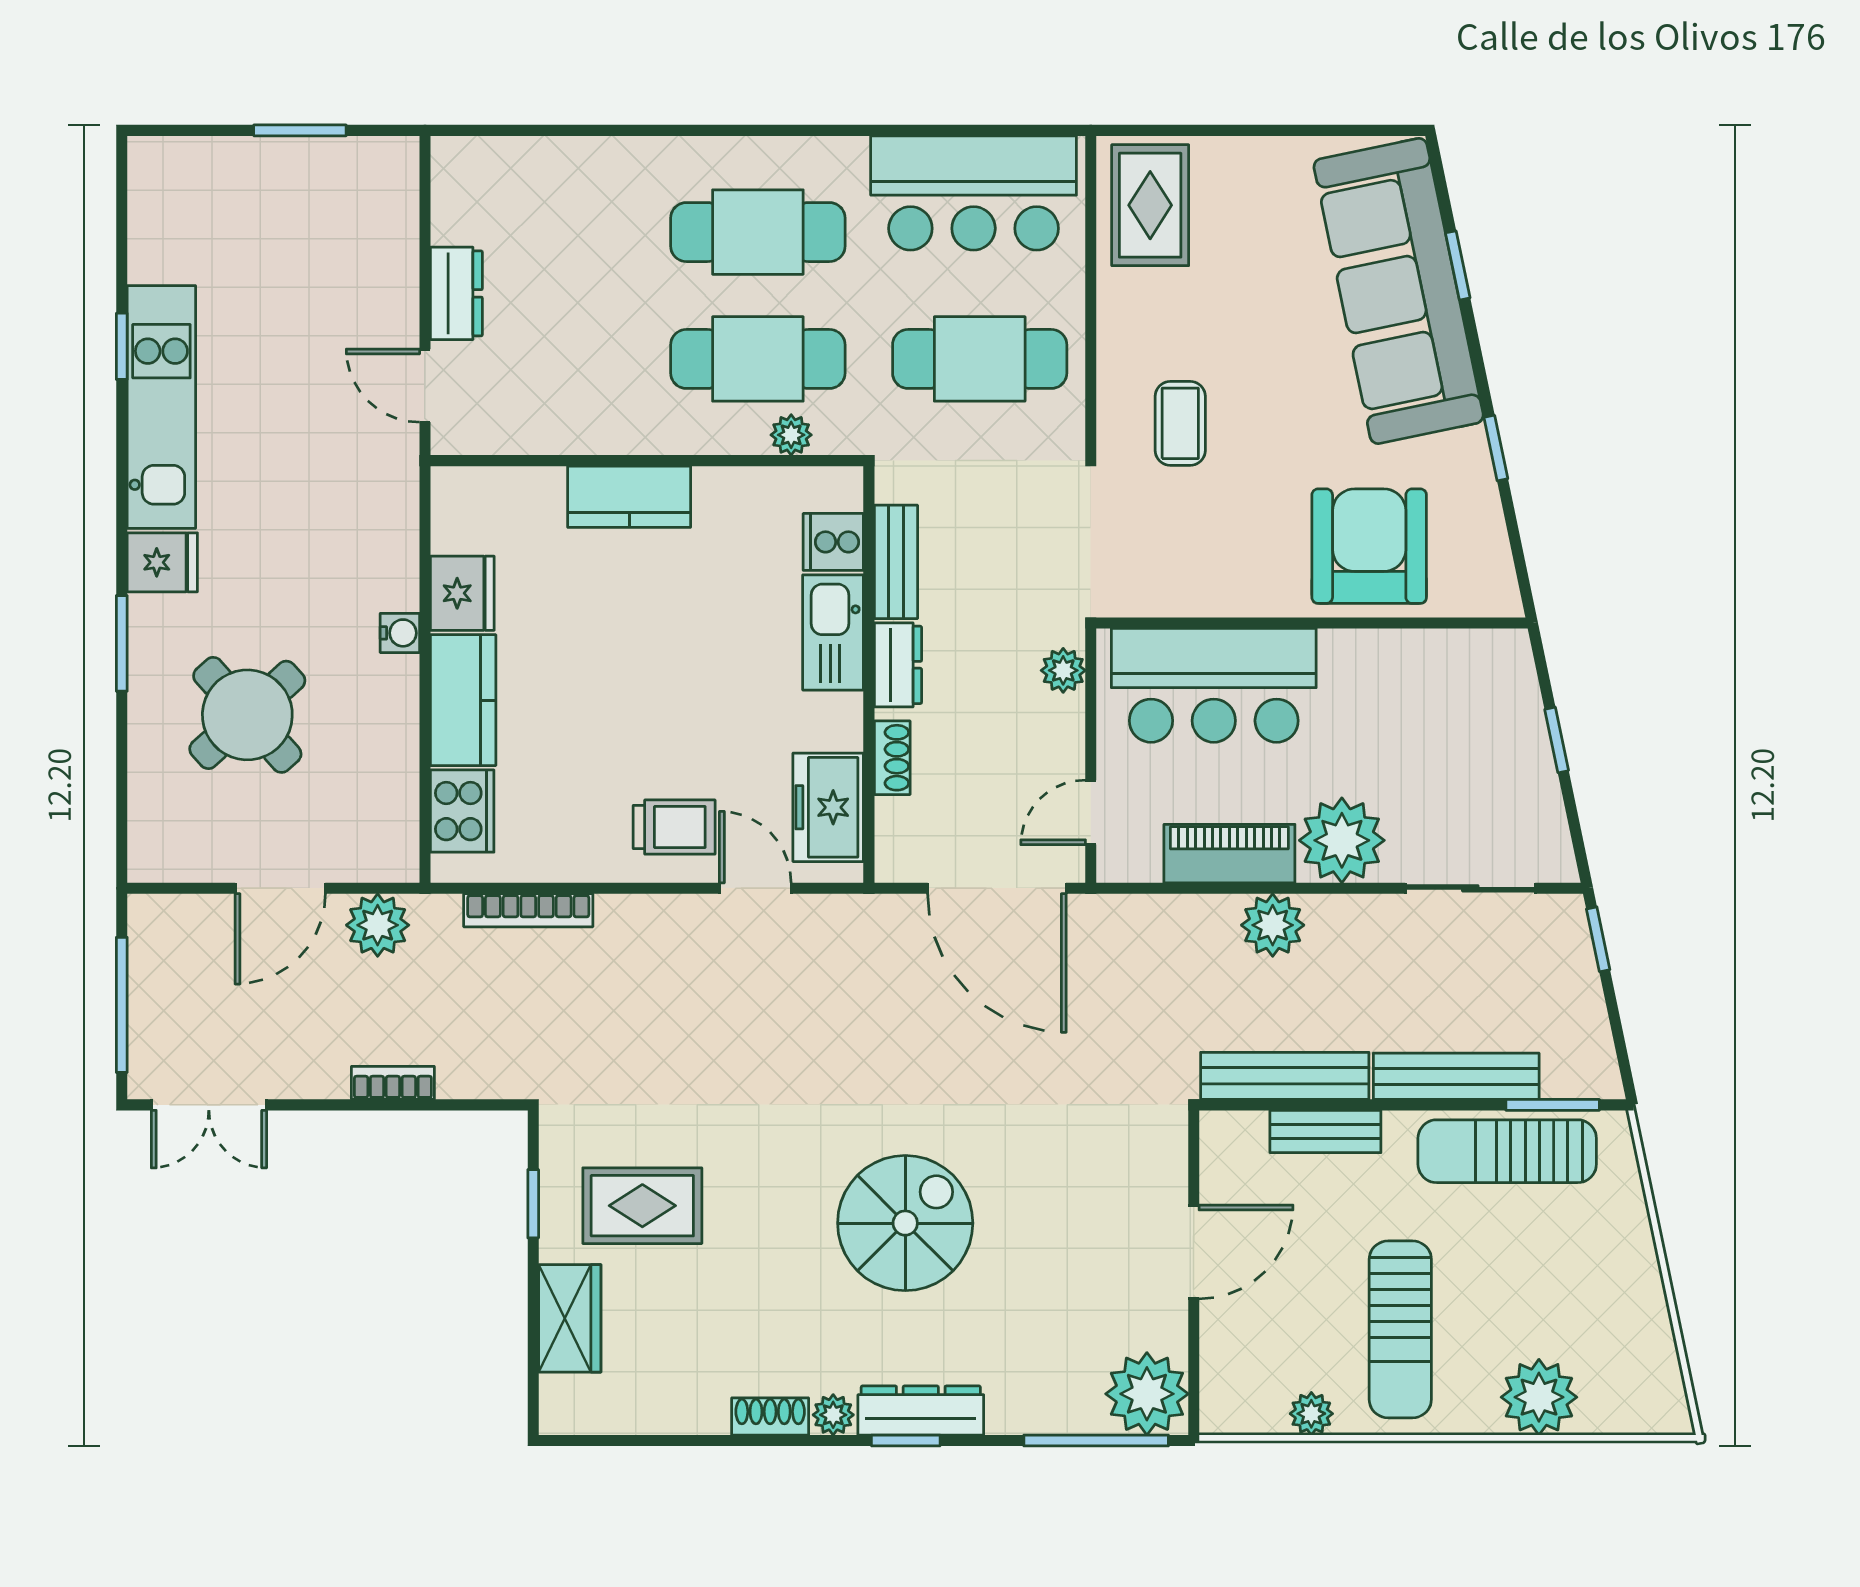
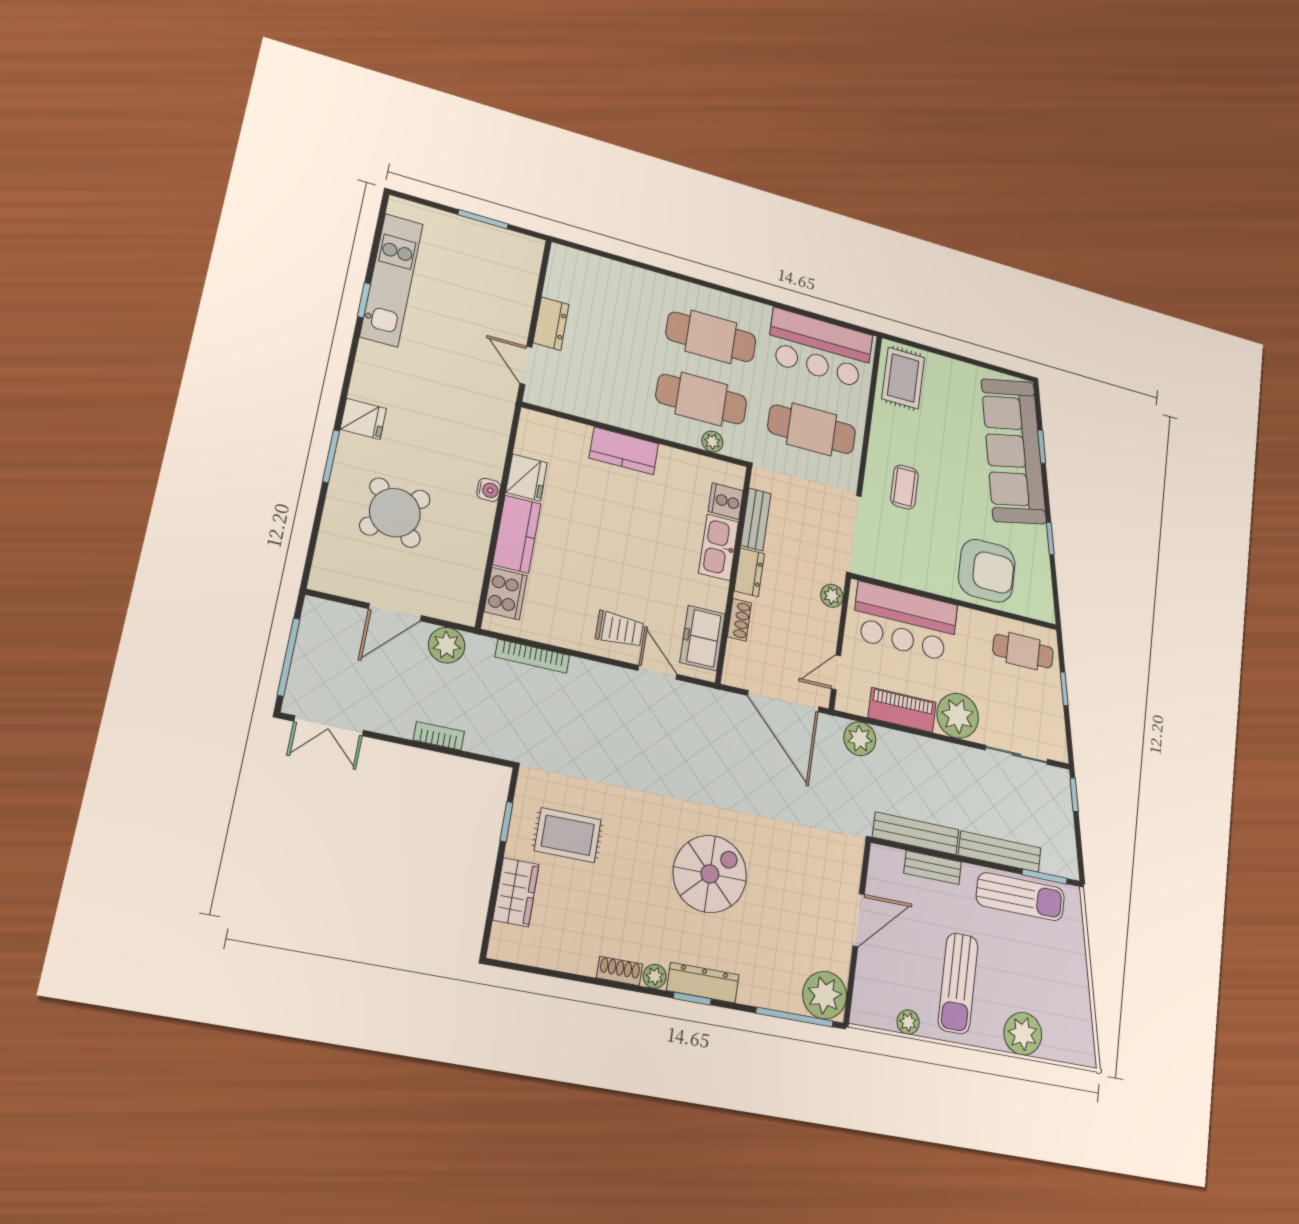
kitchen unit: (161, 407) -> (391, 280), moved
armchair: (1369, 546) -> (987, 571), turned 90
cafe table: (1462, 686) -> (1023, 651), added
plant: (1273, 925) -> (860, 739), moved
sun lounger: (1507, 1151) -> (1020, 897), turned 180

